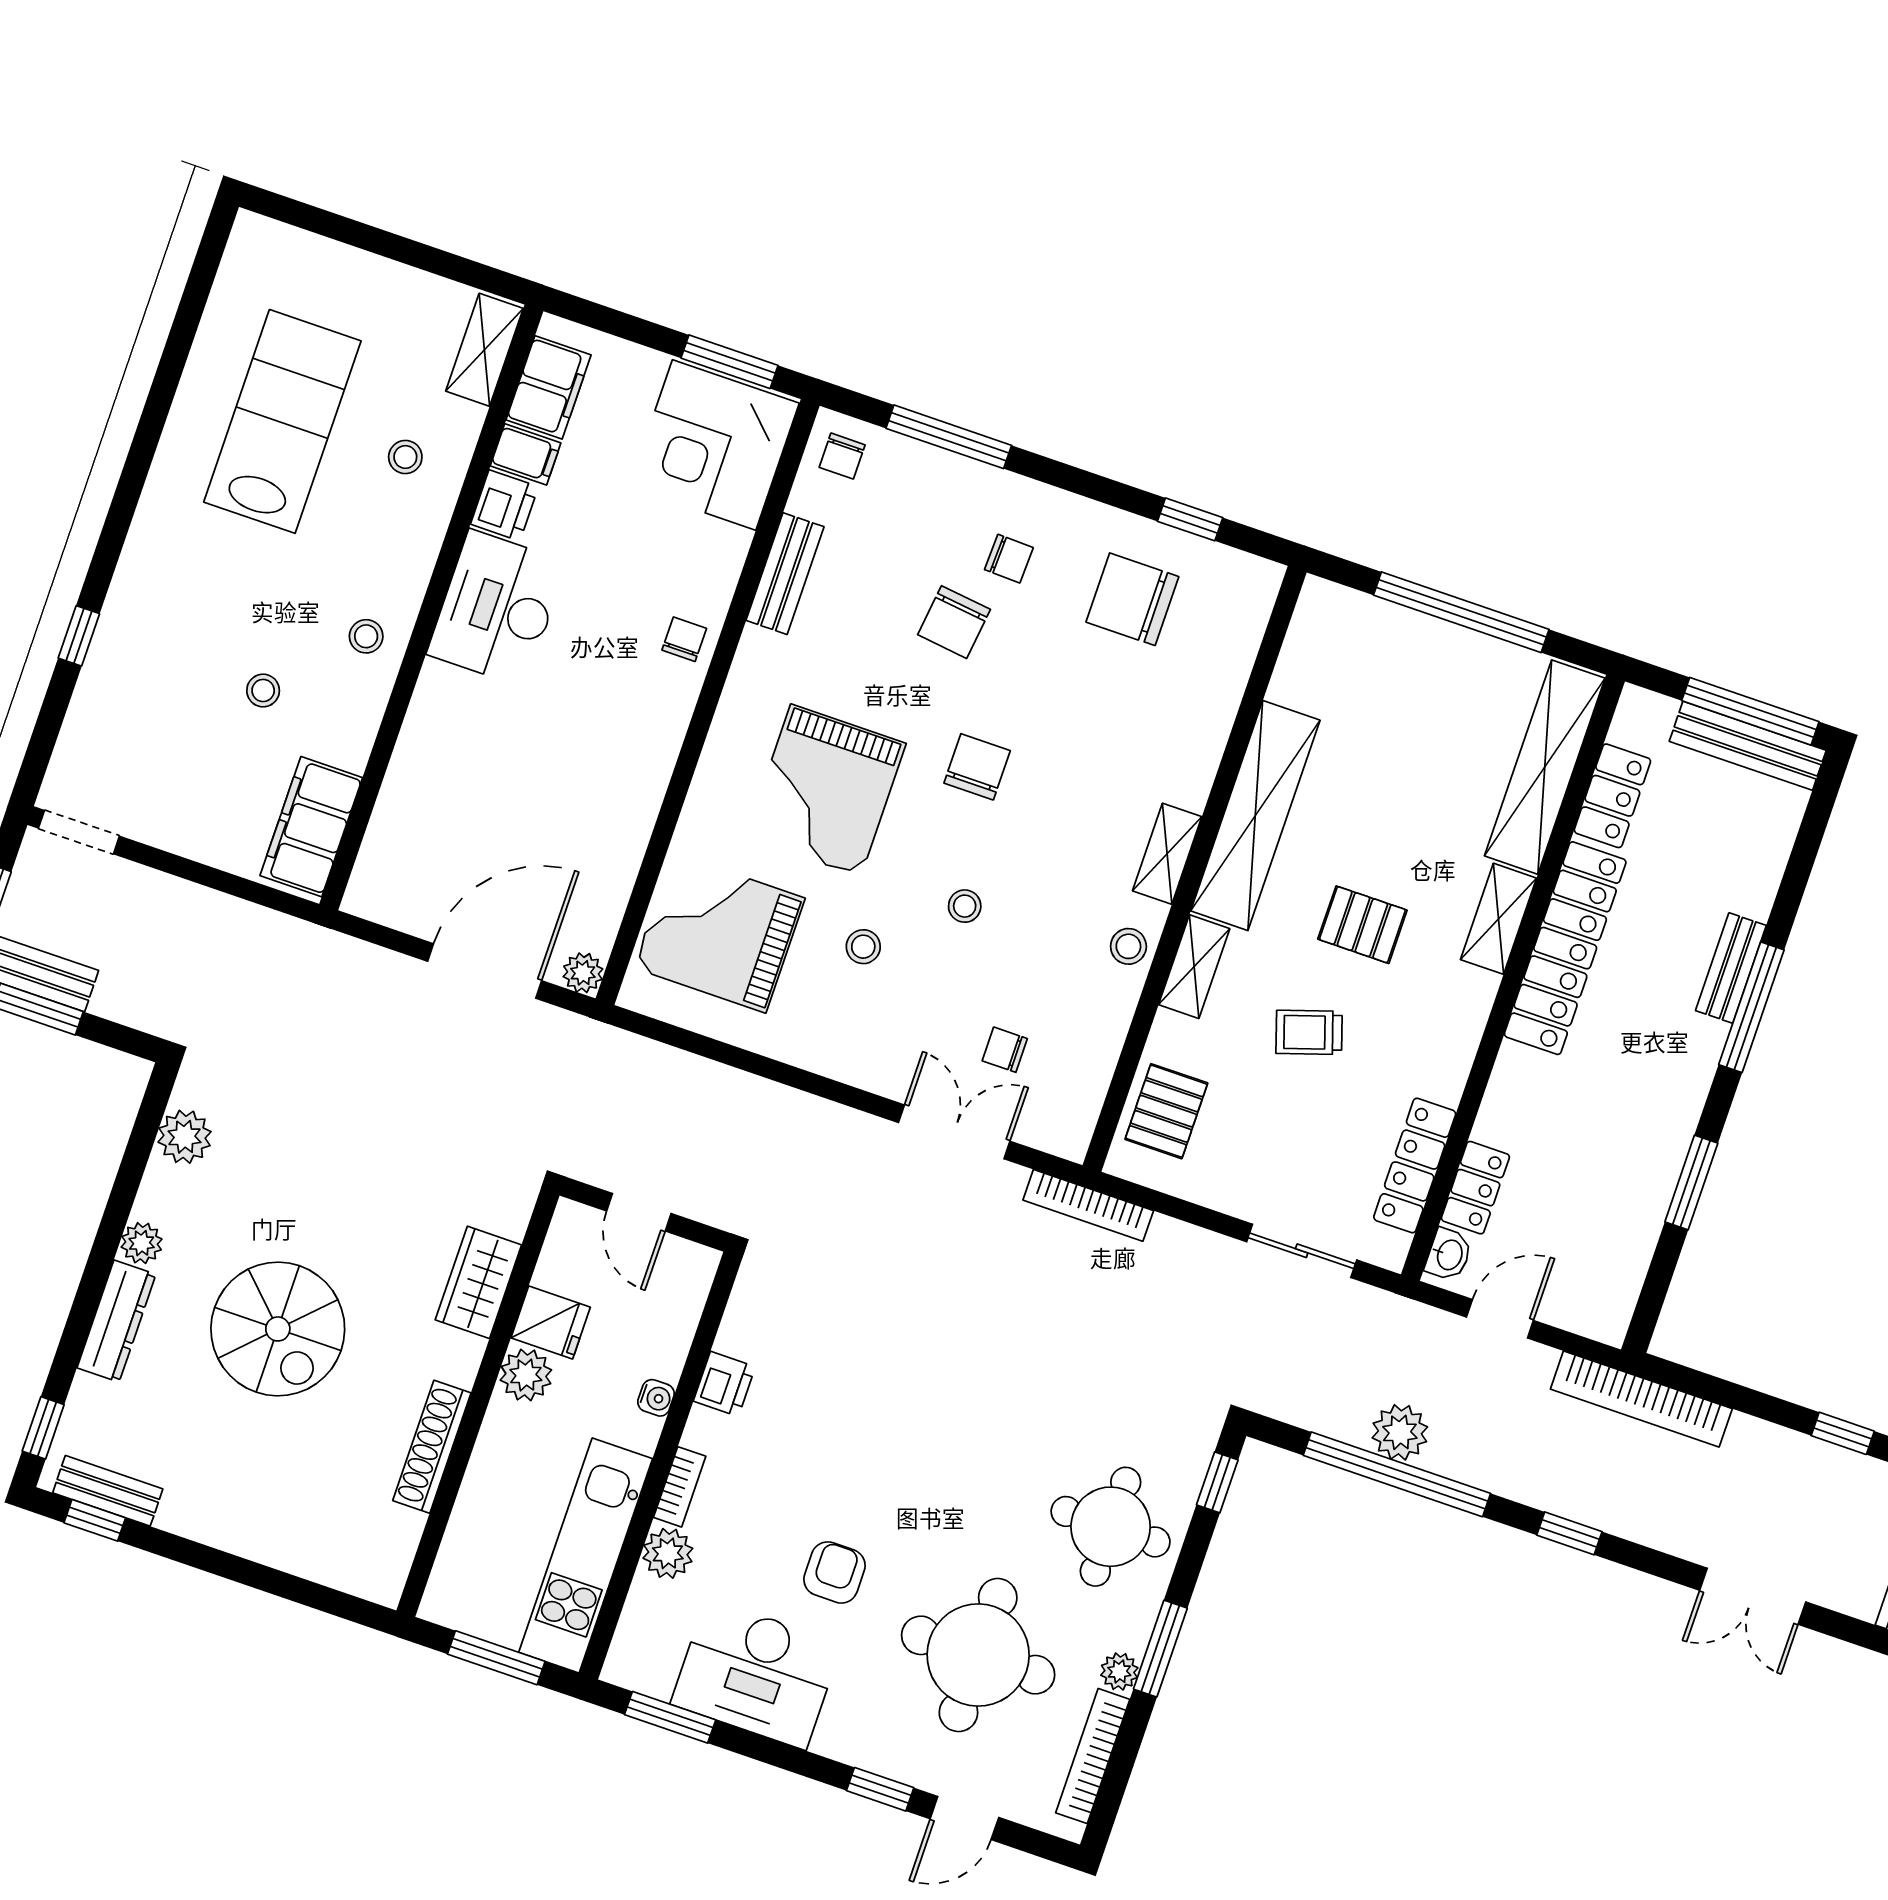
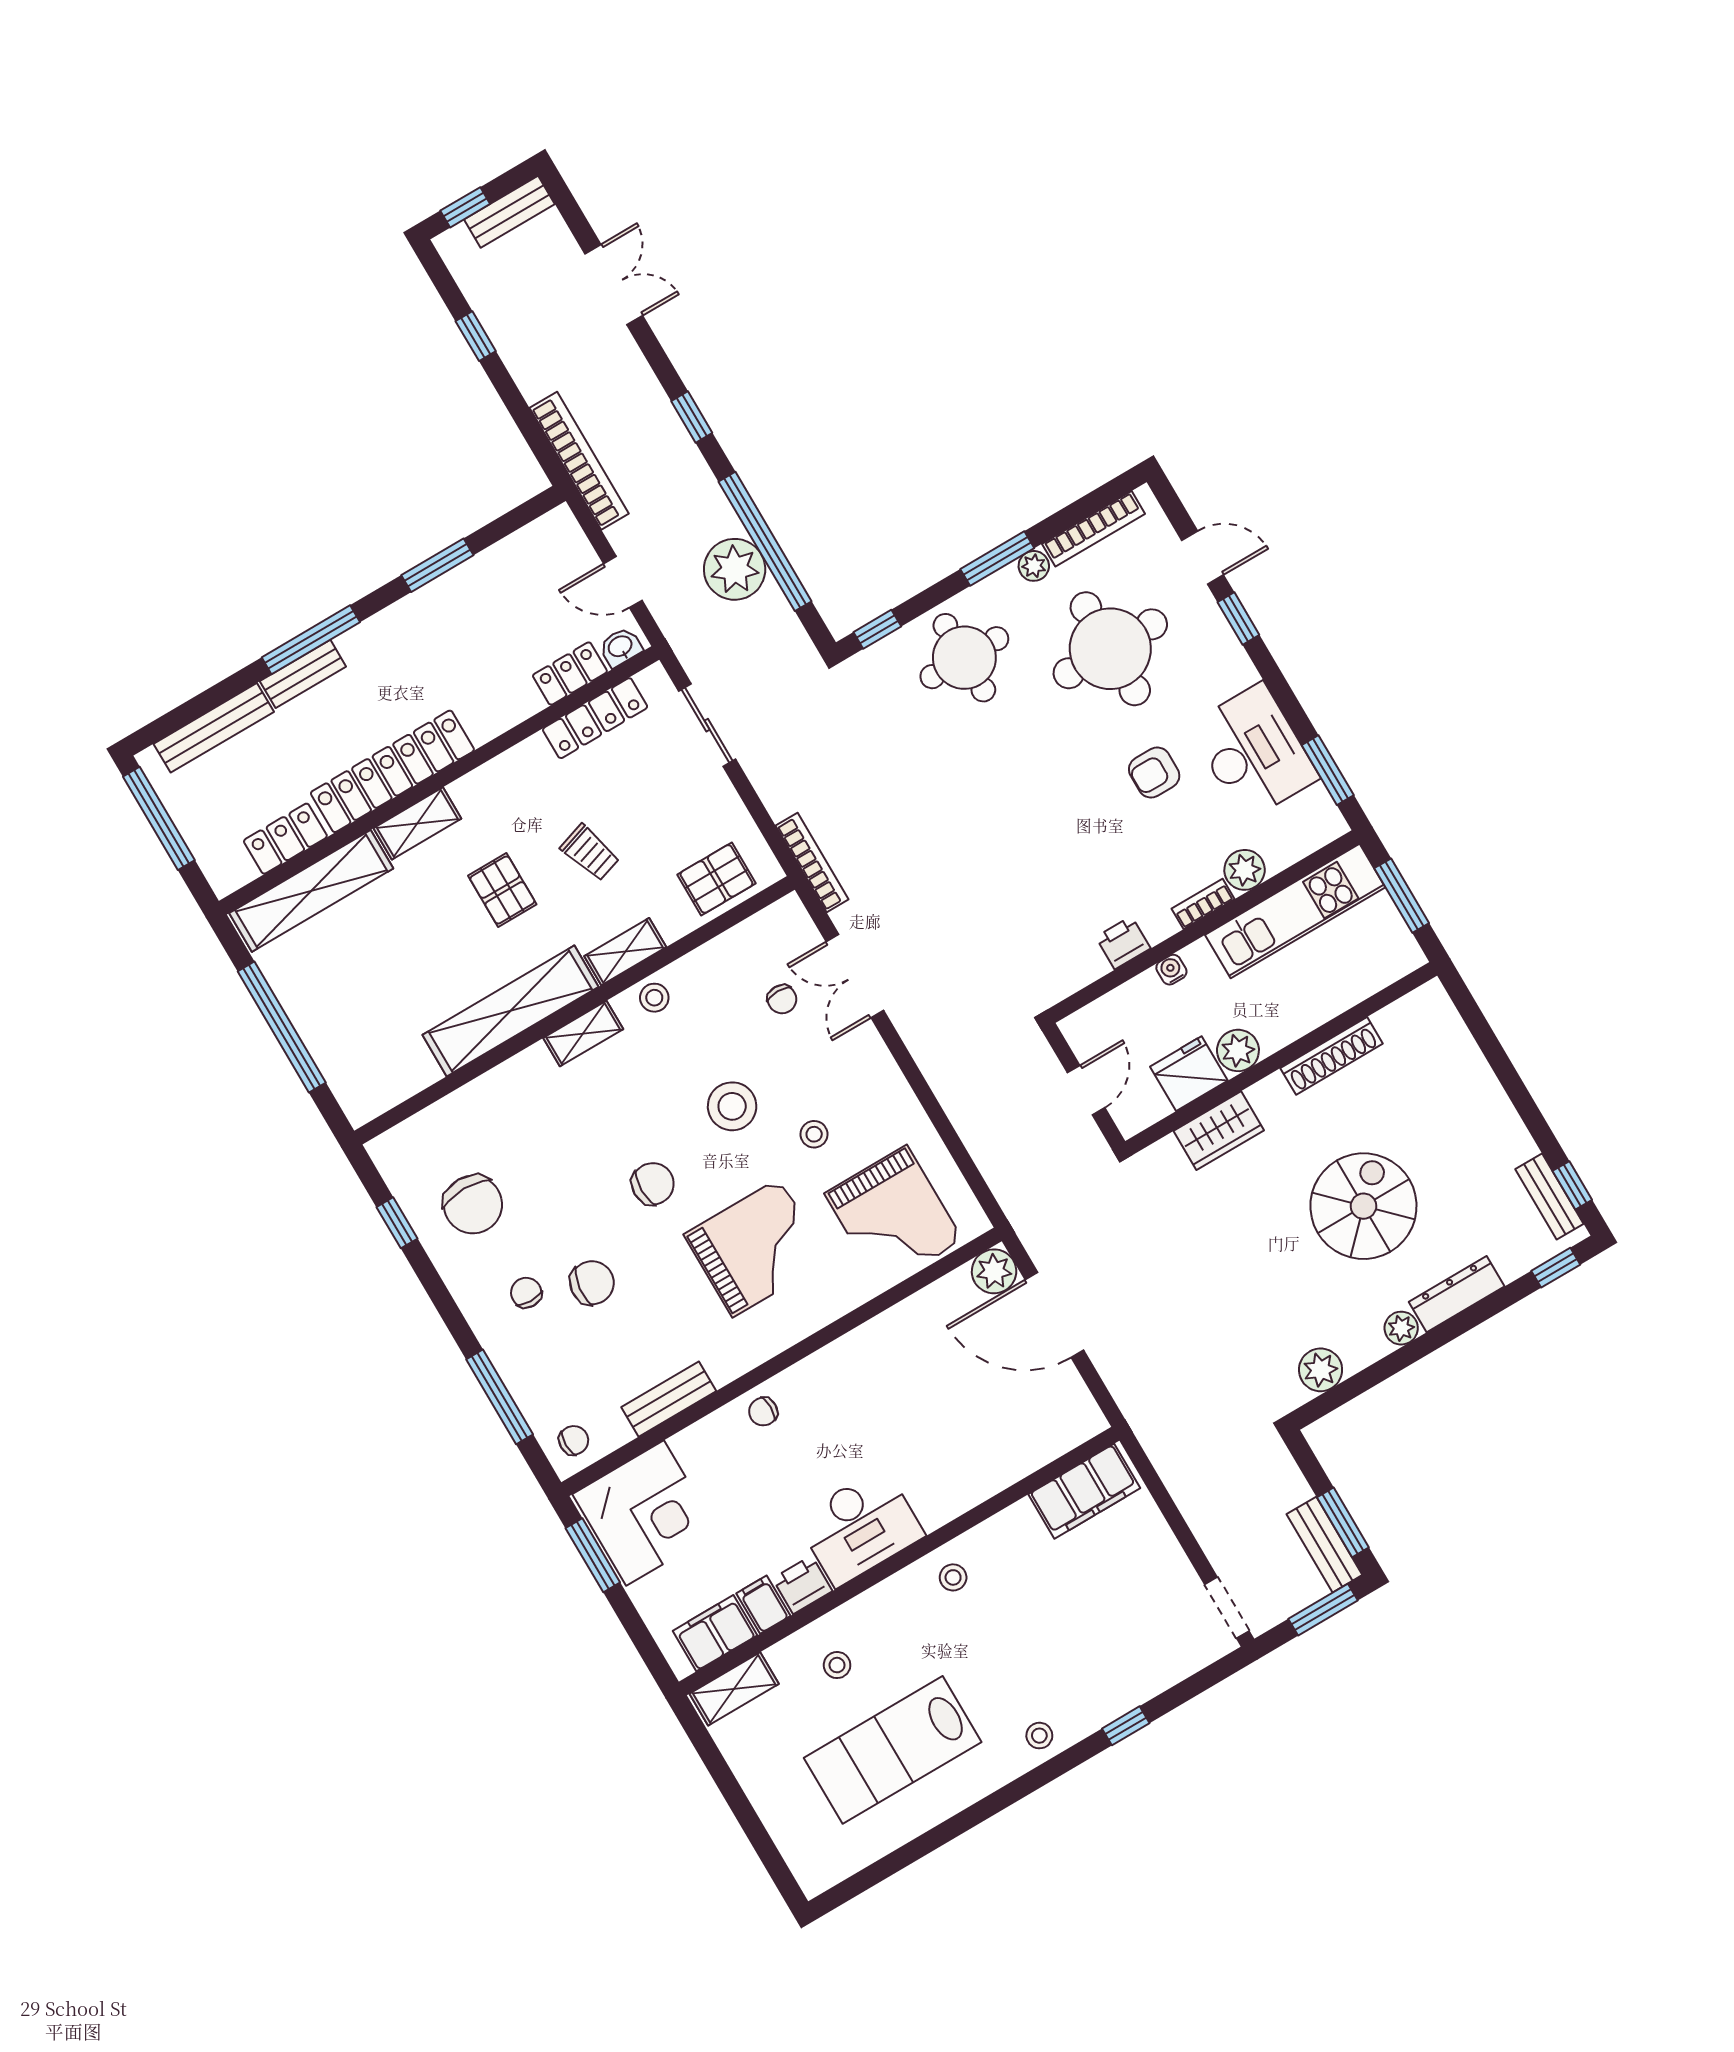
stool: (263, 691) -> (1039, 1736), moved
bench: (1748, 746) -> (214, 728), moved, turned 90
chair: (977, 767) -> (653, 1184), turned 180
stool: (965, 906) -> (732, 1106), width x1.89, depth x1.89
plant: (583, 973) -> (994, 1271), width x1.38, depth x1.38
fridge: (551, 1322) -> (1189, 1074), width x1.38
plant: (1400, 1432) -> (735, 569), width x1.36, depth x1.36

